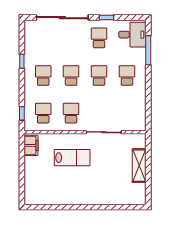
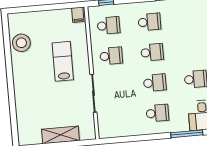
filing cabinet: (31, 145) -> (78, 15), width x0.50
lab bench: (72, 158) -> (63, 61), turned 180
stool: (52, 194) -> (21, 43), added

